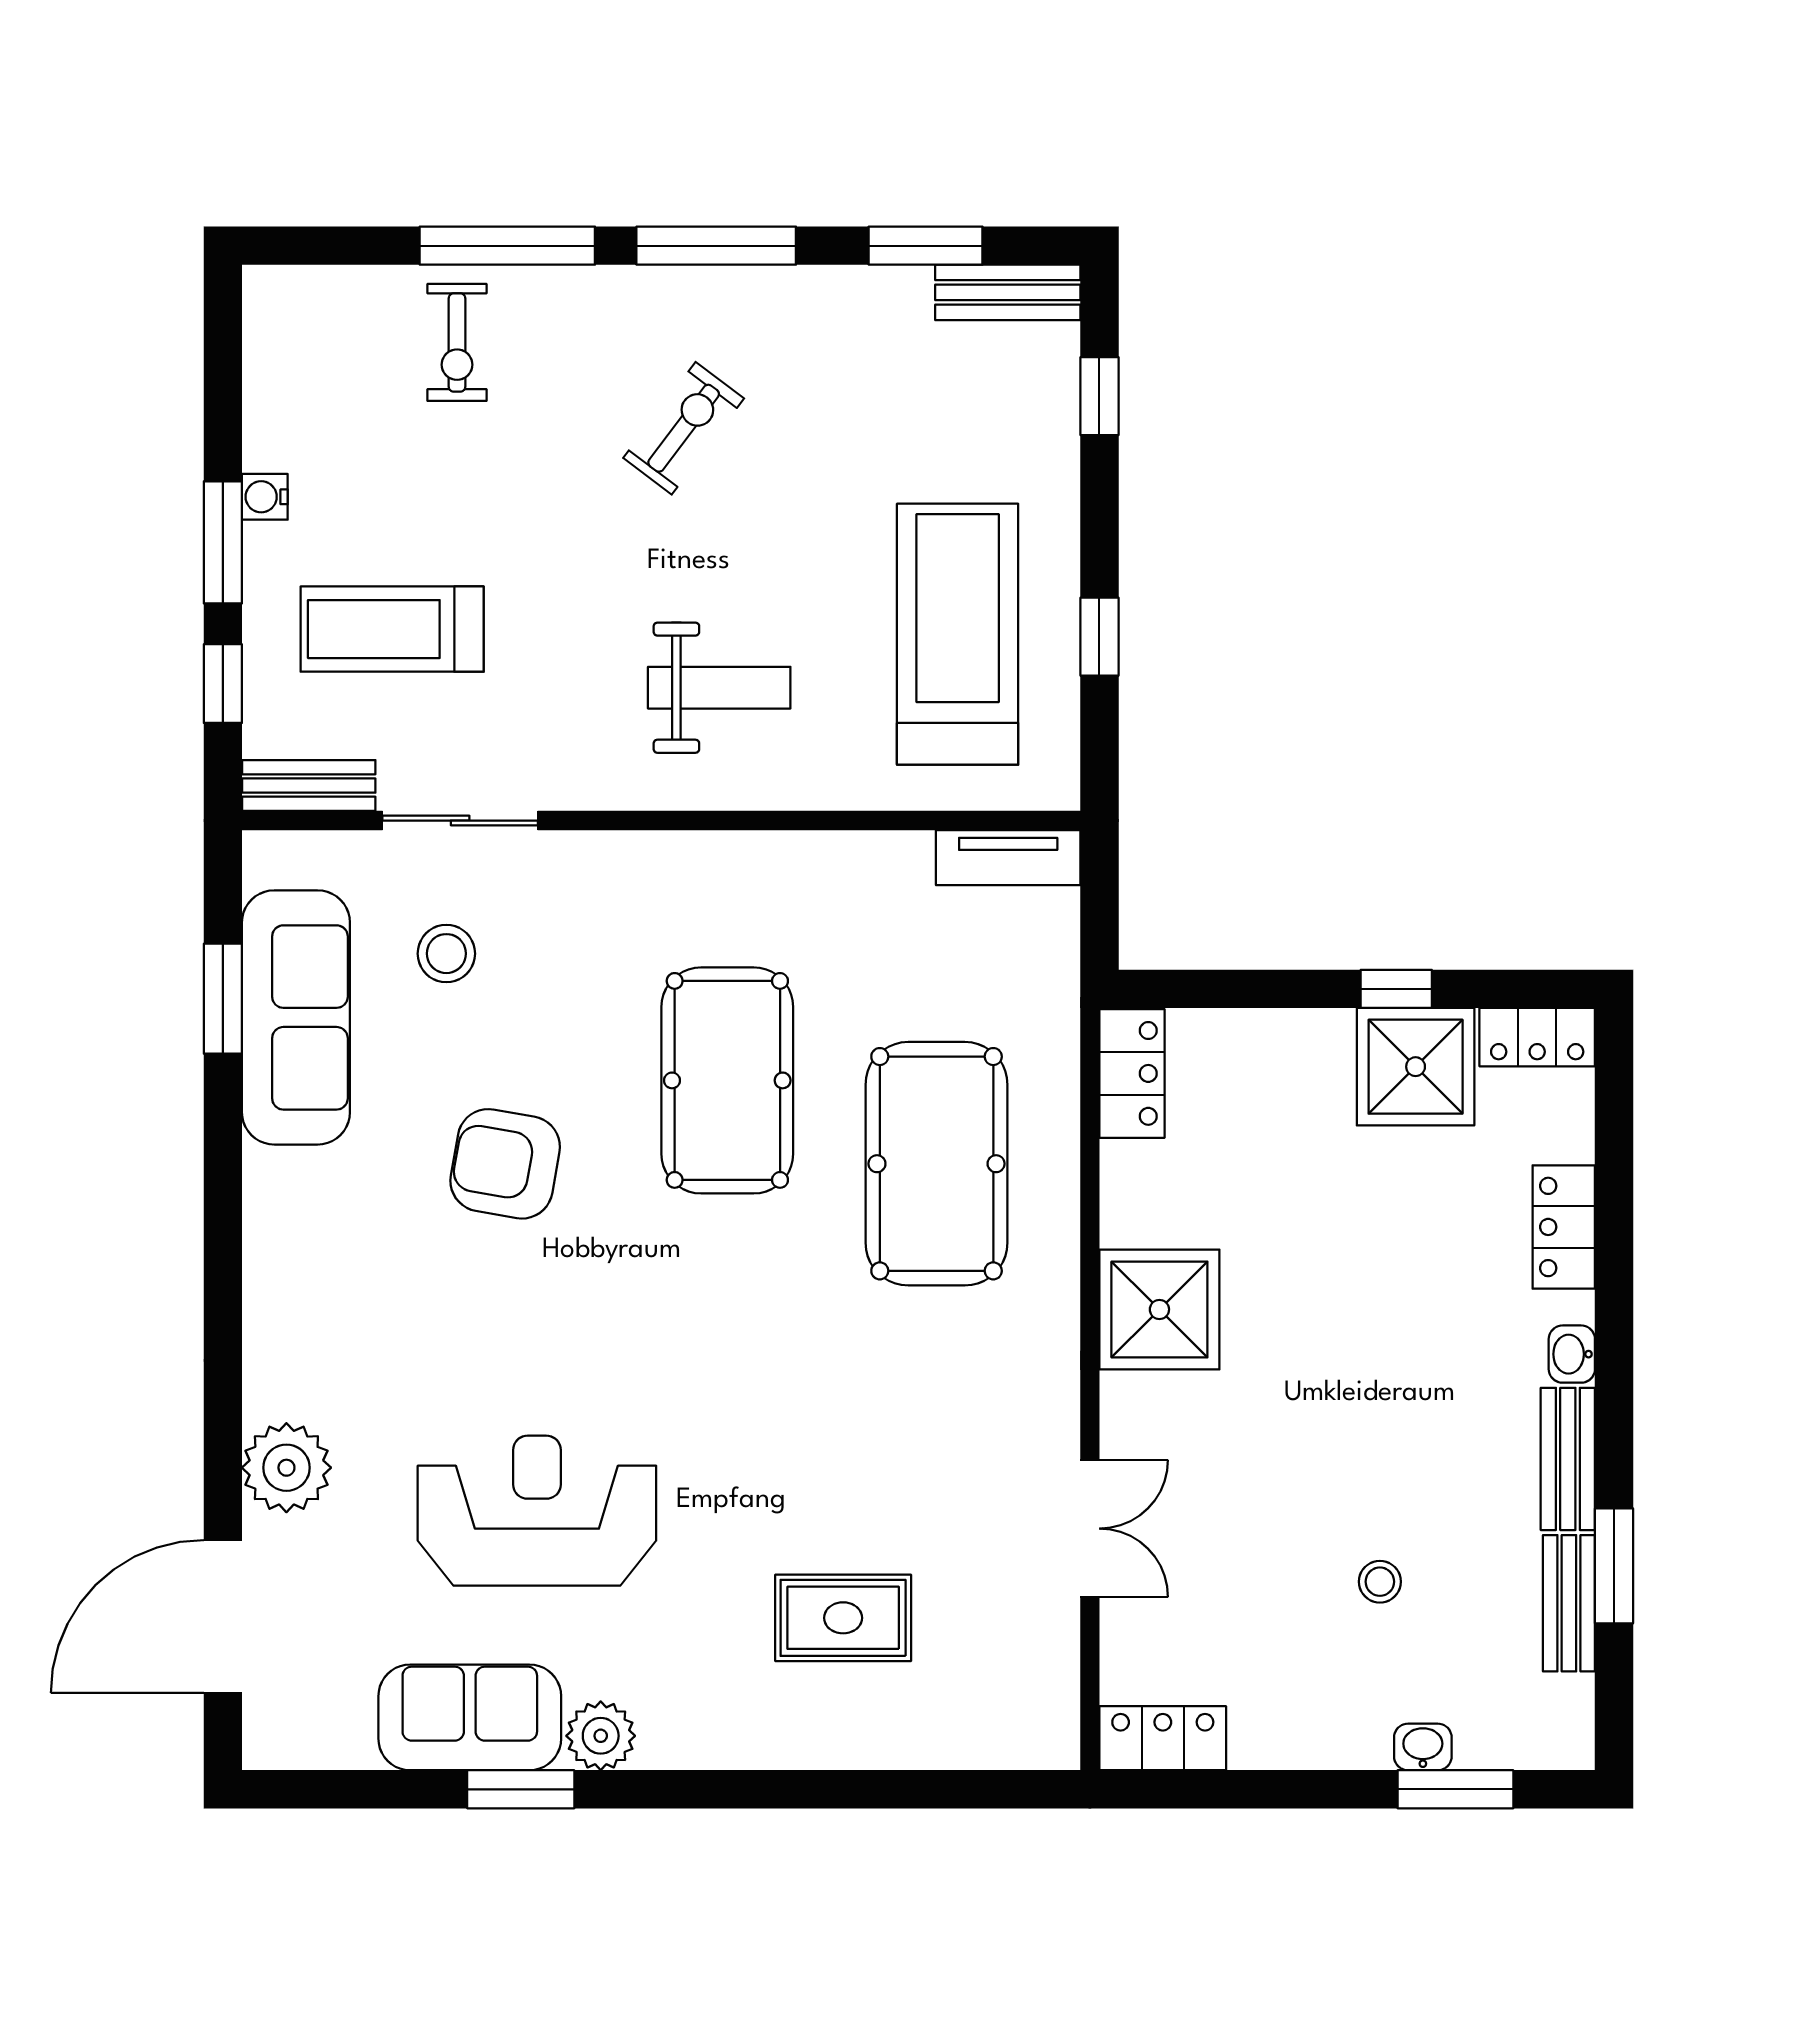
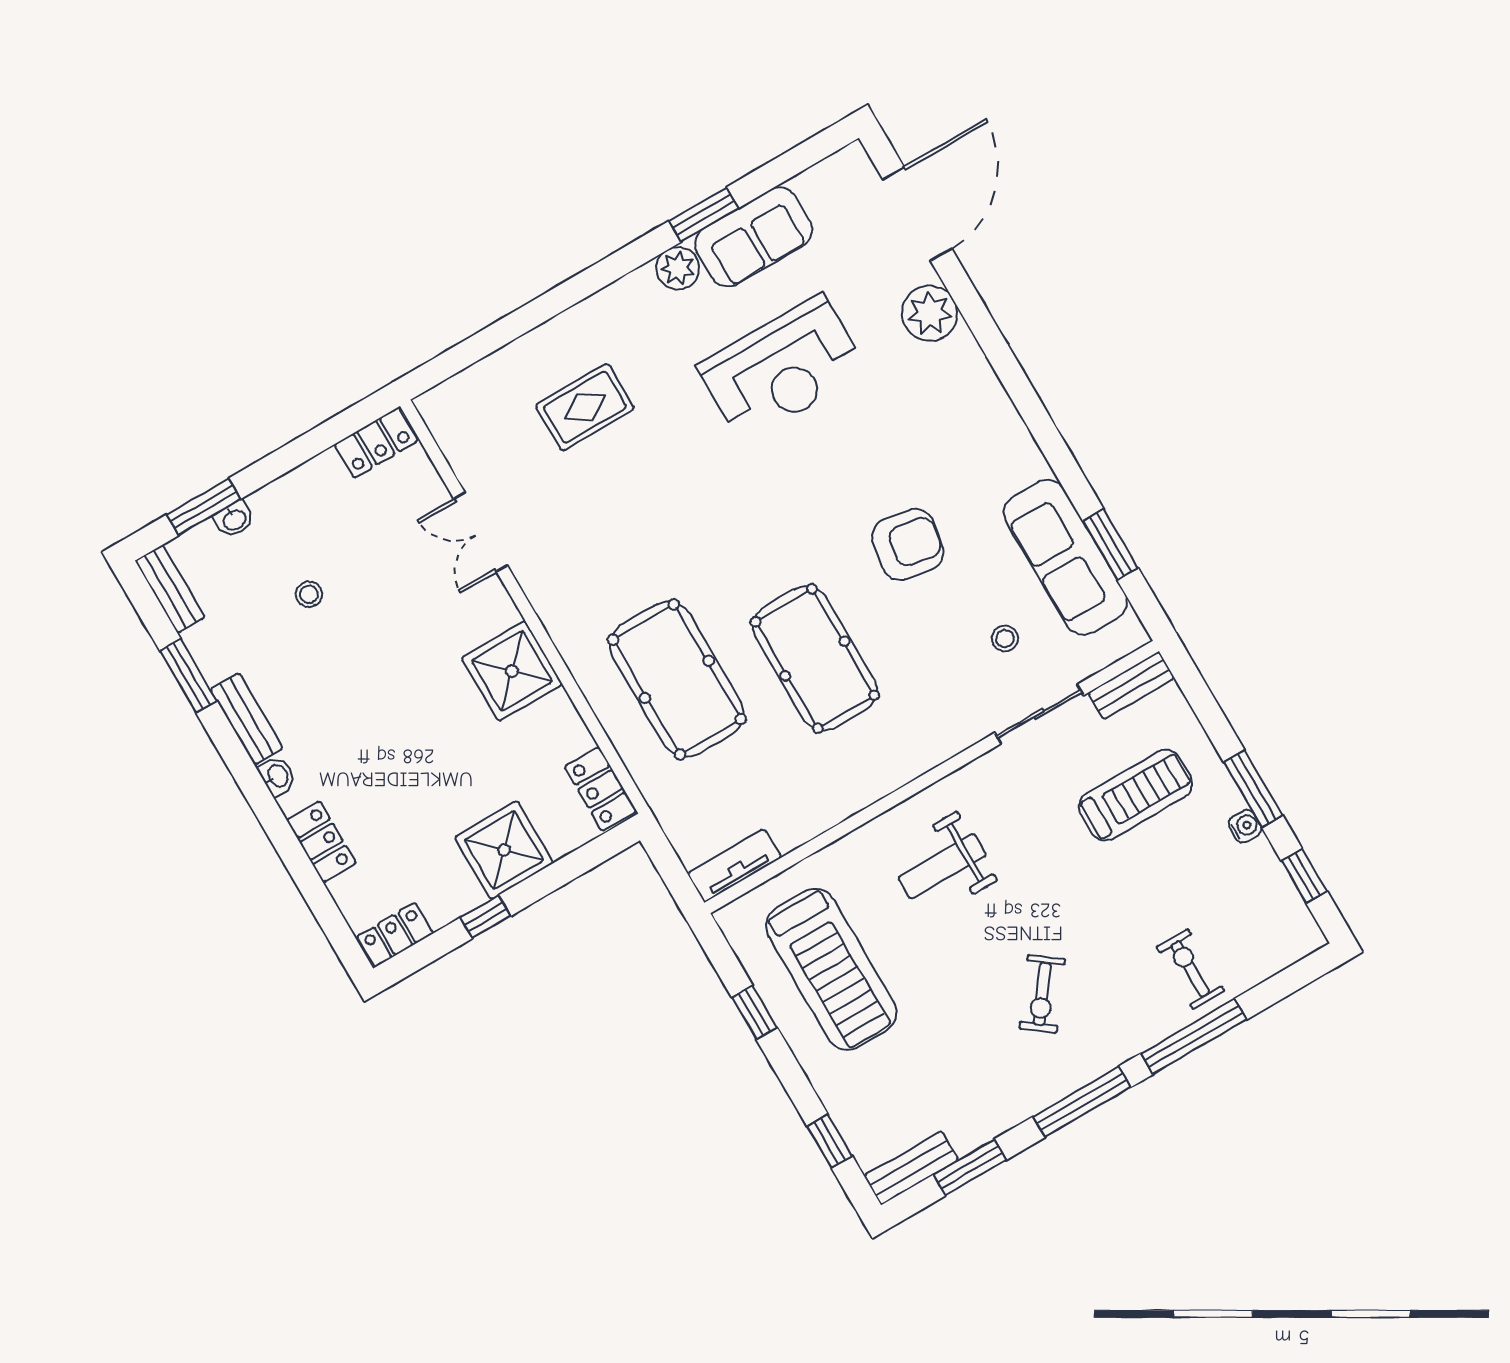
window: (223, 684) -> (1304, 876), moved
stool: (446, 954) -> (1005, 639), width x0.73, depth x0.73
shower: (1416, 1067) -> (504, 850), moved
bench: (1569, 1603) -> (170, 589), moved

